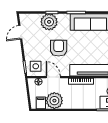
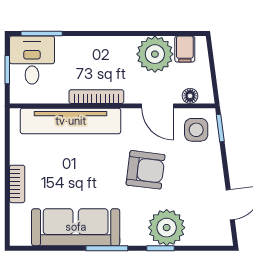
armchair: (59, 48) -> (146, 170), turned -83

